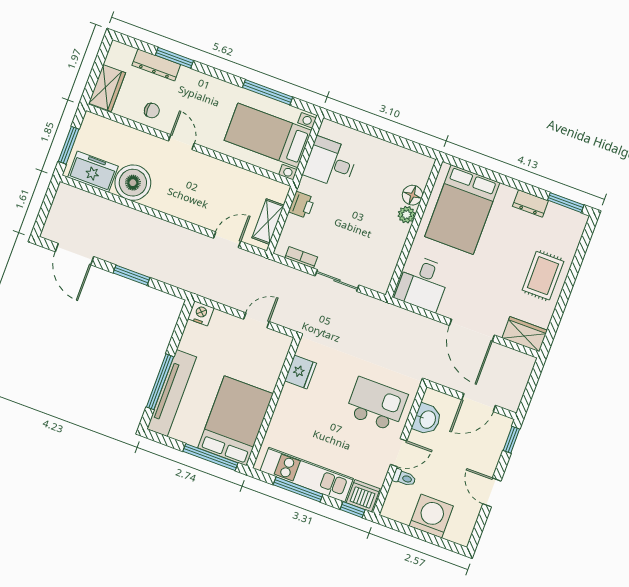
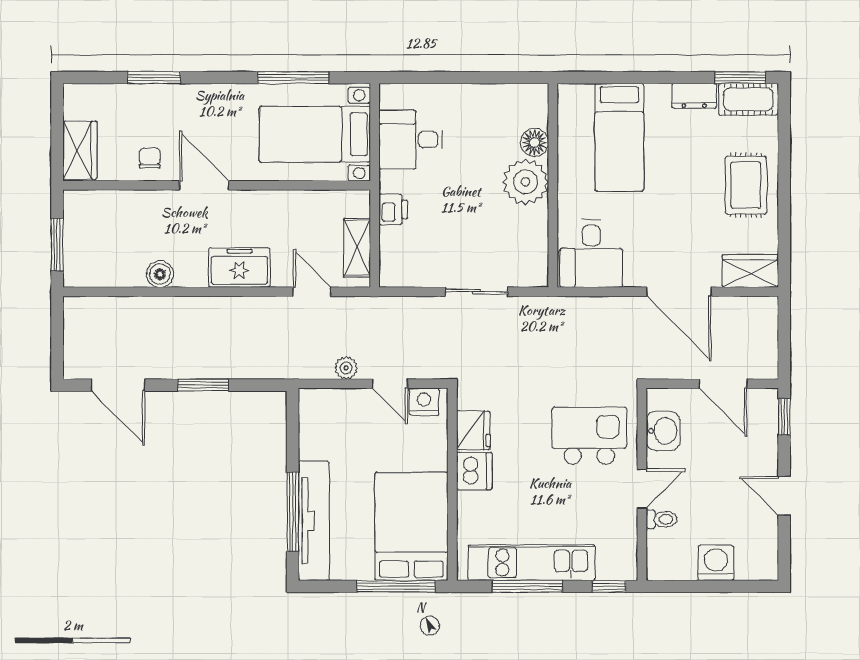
dresser: (156, 65) -> (133, 96), removed
chair: (152, 111) -> (150, 158), turned -90
door: (181, 142) -> (204, 185), width x1.38
freezer: (93, 172) -> (239, 267), moved
boiler: (133, 183) -> (160, 274), width x0.54, depth x0.54
bed: (462, 210) -> (619, 137), width x0.67
plant: (407, 215) -> (526, 182), width x1.88, depth x1.88
cot: (566, 219) -> (748, 99), added
door: (227, 240) -> (312, 292), hinge flipped
bookcase: (301, 257) -> (418, 279), removed
plant: (231, 299) -> (346, 368), added
nightstand: (201, 313) -> (424, 402), moved
door: (256, 320) -> (390, 384), swing flipped
door: (479, 403) -> (723, 384), hinge flipped
dishwasher: (363, 496) -> (474, 471), moved, turned 90
washing machine: (431, 516) -> (716, 563), width x0.73, depth x0.73

